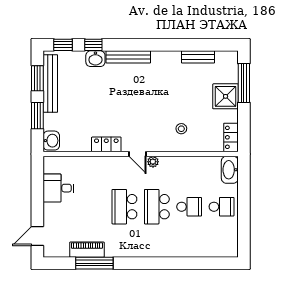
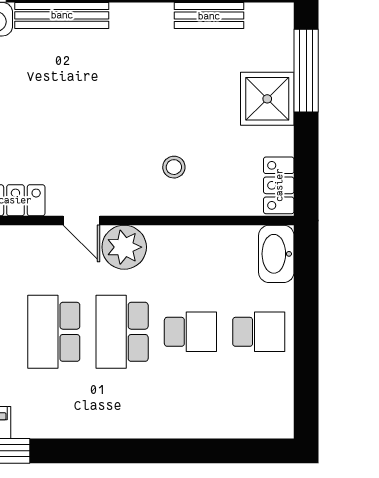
plant: (153, 162) -> (124, 247), width x1.88, depth x1.88

